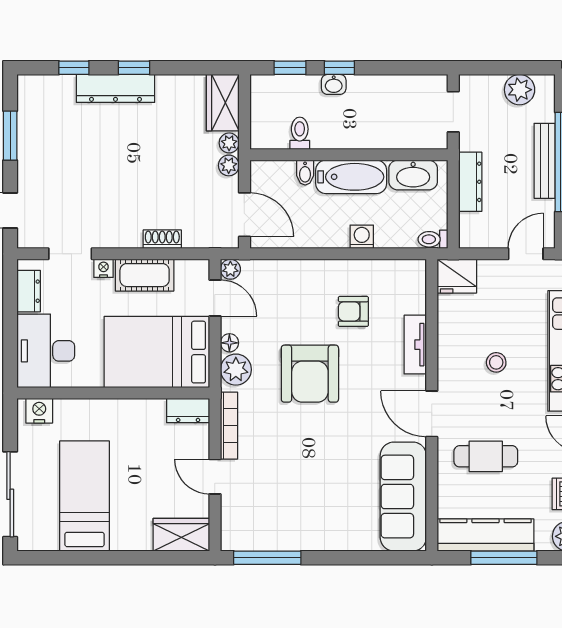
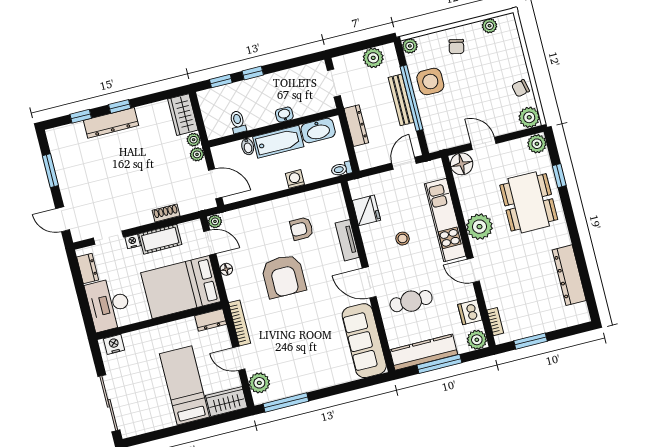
washbasin: (334, 84) -> (284, 115), moved, turned 180
fridge: (457, 276) -> (366, 210), moved, turned -90
plant: (236, 370) -> (259, 383), moved
bed: (85, 496) -> (184, 385), moved

